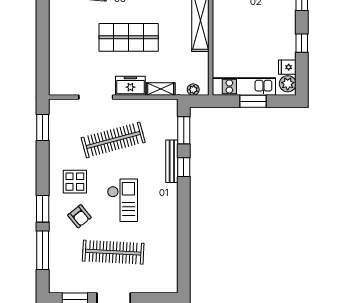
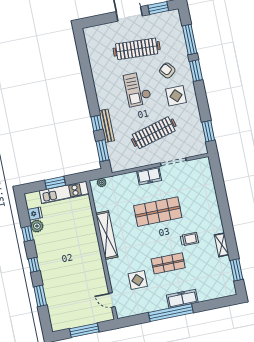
plant: (288, 84) -> (37, 226), moved
shelving: (161, 89) -> (126, 178), removed

